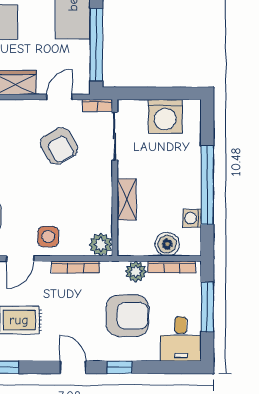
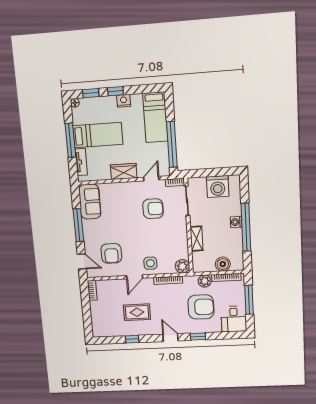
armchair: (59, 146) -> (153, 209), turned -60
washing machine: (192, 218) -> (236, 222), moved

